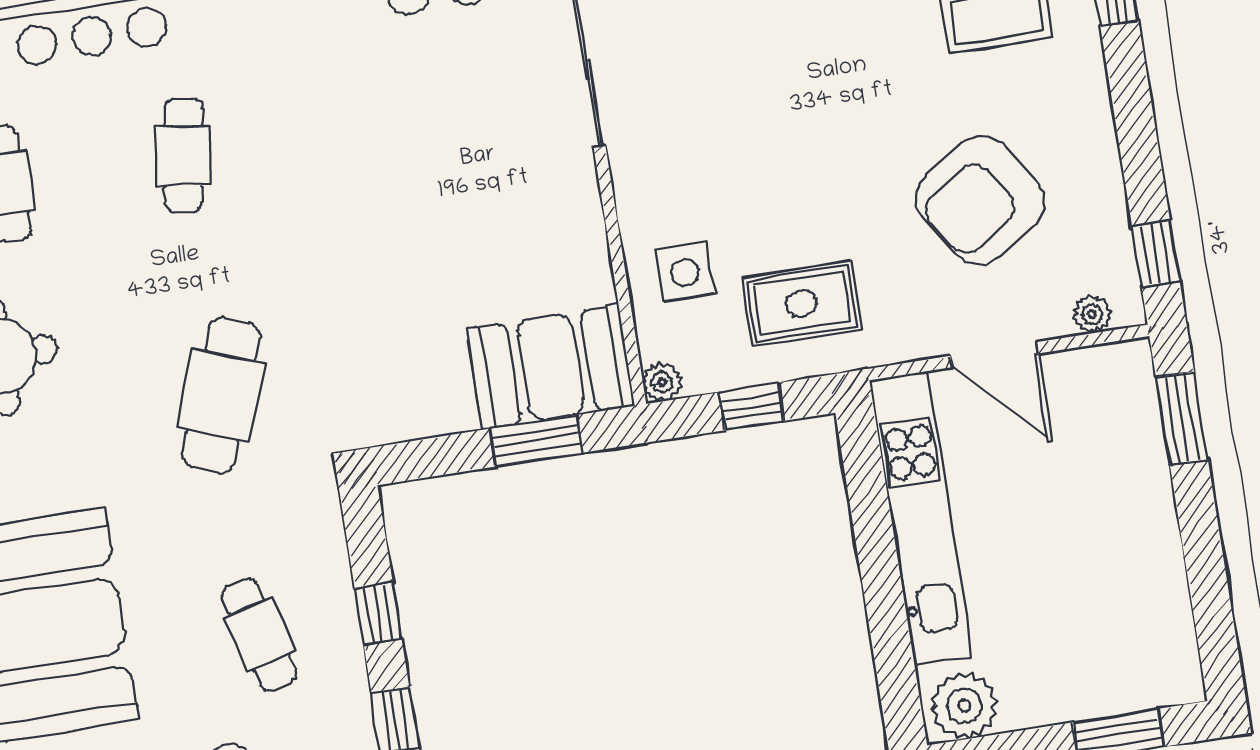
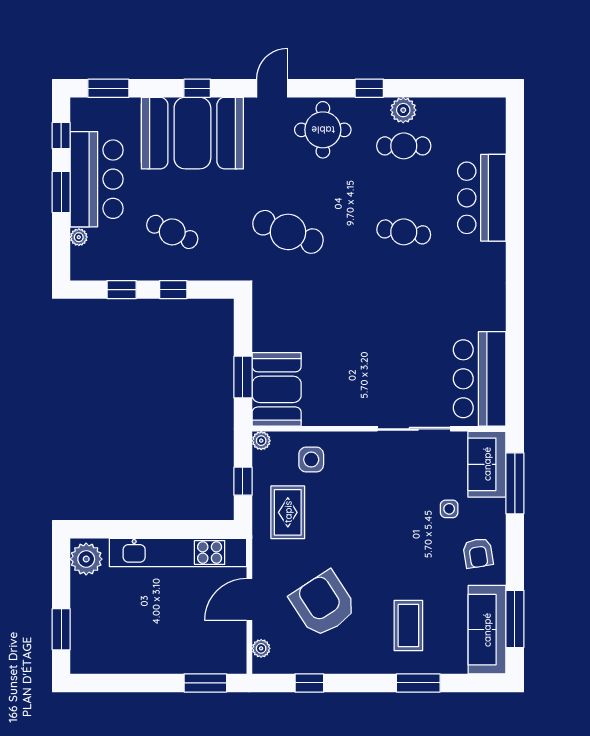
window: (1156, 254) -> (309, 683), moved
cafe table: (259, 635) -> (172, 232), turned 39

